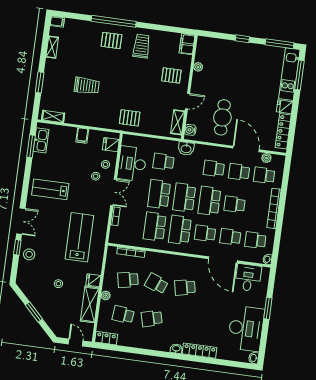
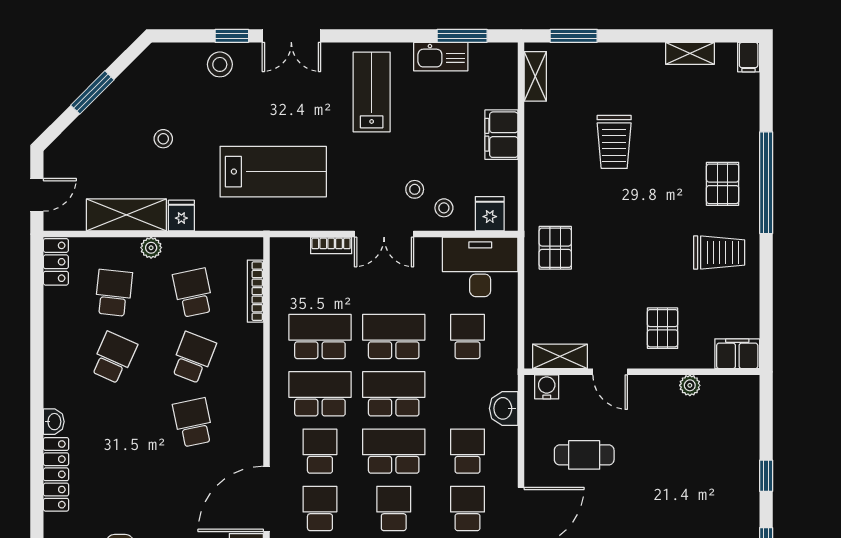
window: (40, 82) -> (574, 36), moved
cafe table: (222, 117) -> (584, 455), width x0.73, depth x0.74
filing cabinet: (82, 136) -> (501, 135), width x2.00
kitchen sink: (41, 140) -> (441, 57), moved
washbasin: (186, 149) -> (504, 408), moved
desk: (132, 164) -> (480, 267), moved
school desk: (152, 318) -> (114, 358), turned 39

